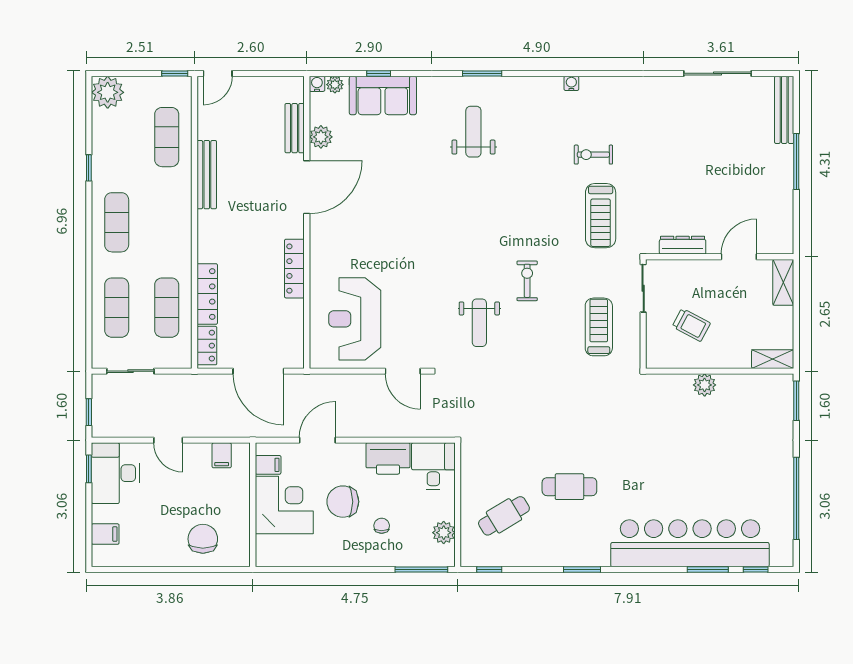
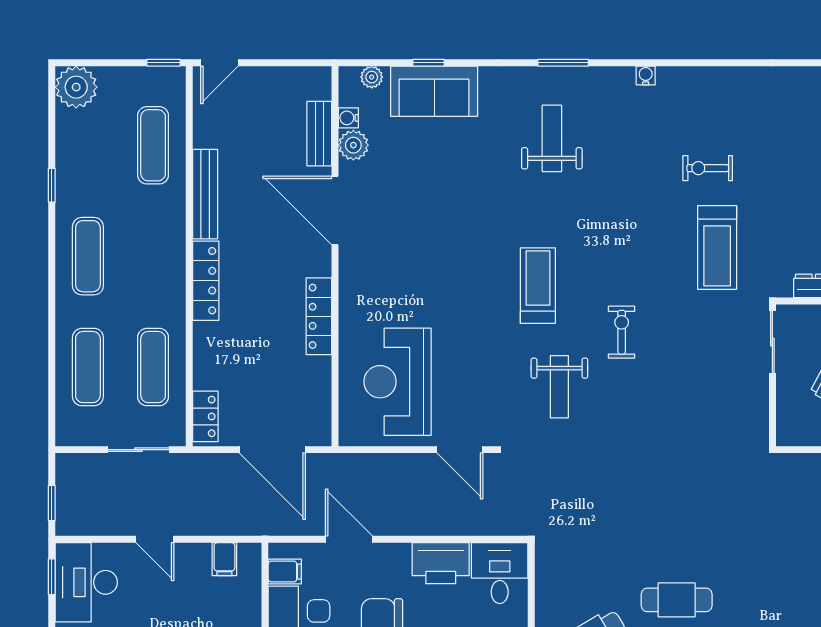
water cooler: (571, 83) -> (646, 75), moved
water cooler: (317, 84) -> (348, 118), moved, turned -90
door: (307, 187) -> (335, 210), swing flipped
locker: (207, 294) -> (206, 281), moved
treadmill: (599, 327) -> (538, 286), moved
sliding door: (130, 371) -> (139, 450), moved
door: (317, 440) -> (349, 539), hinge flipped

